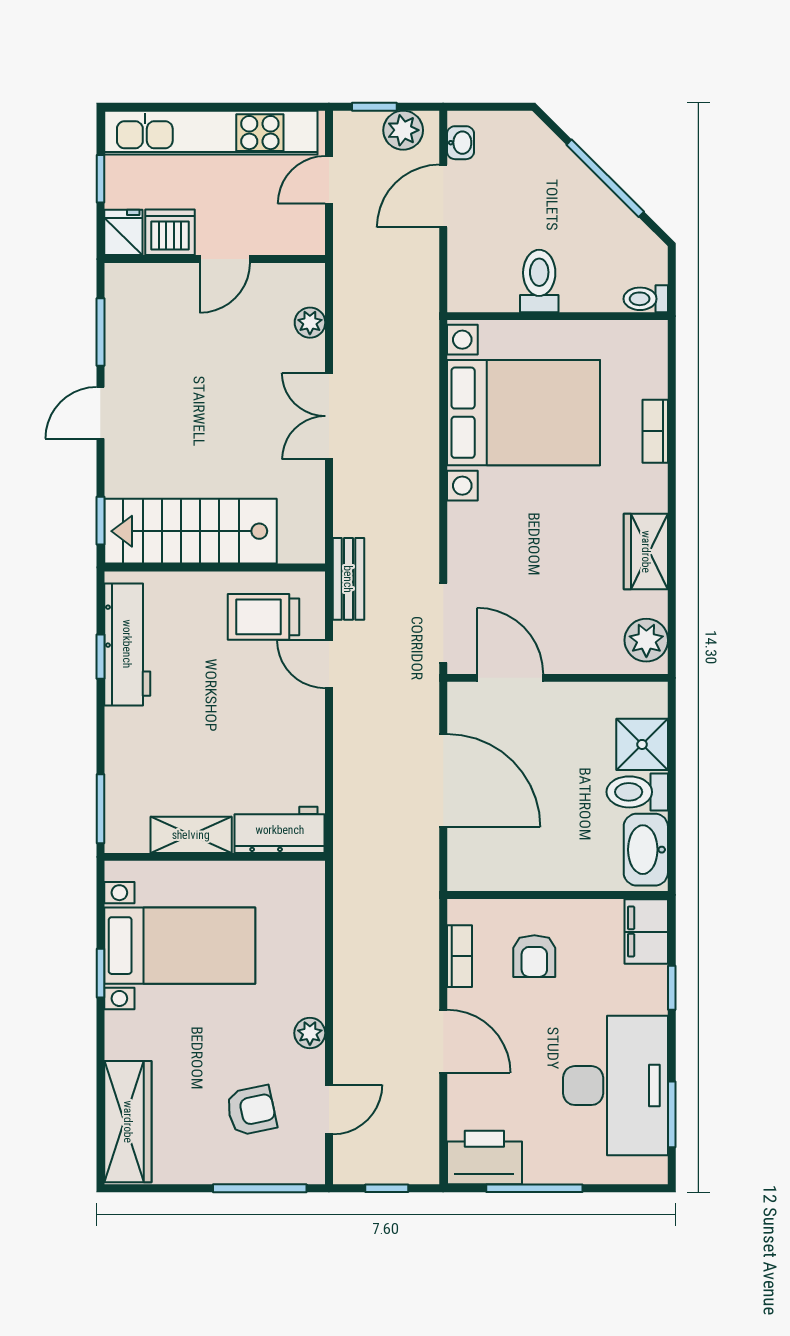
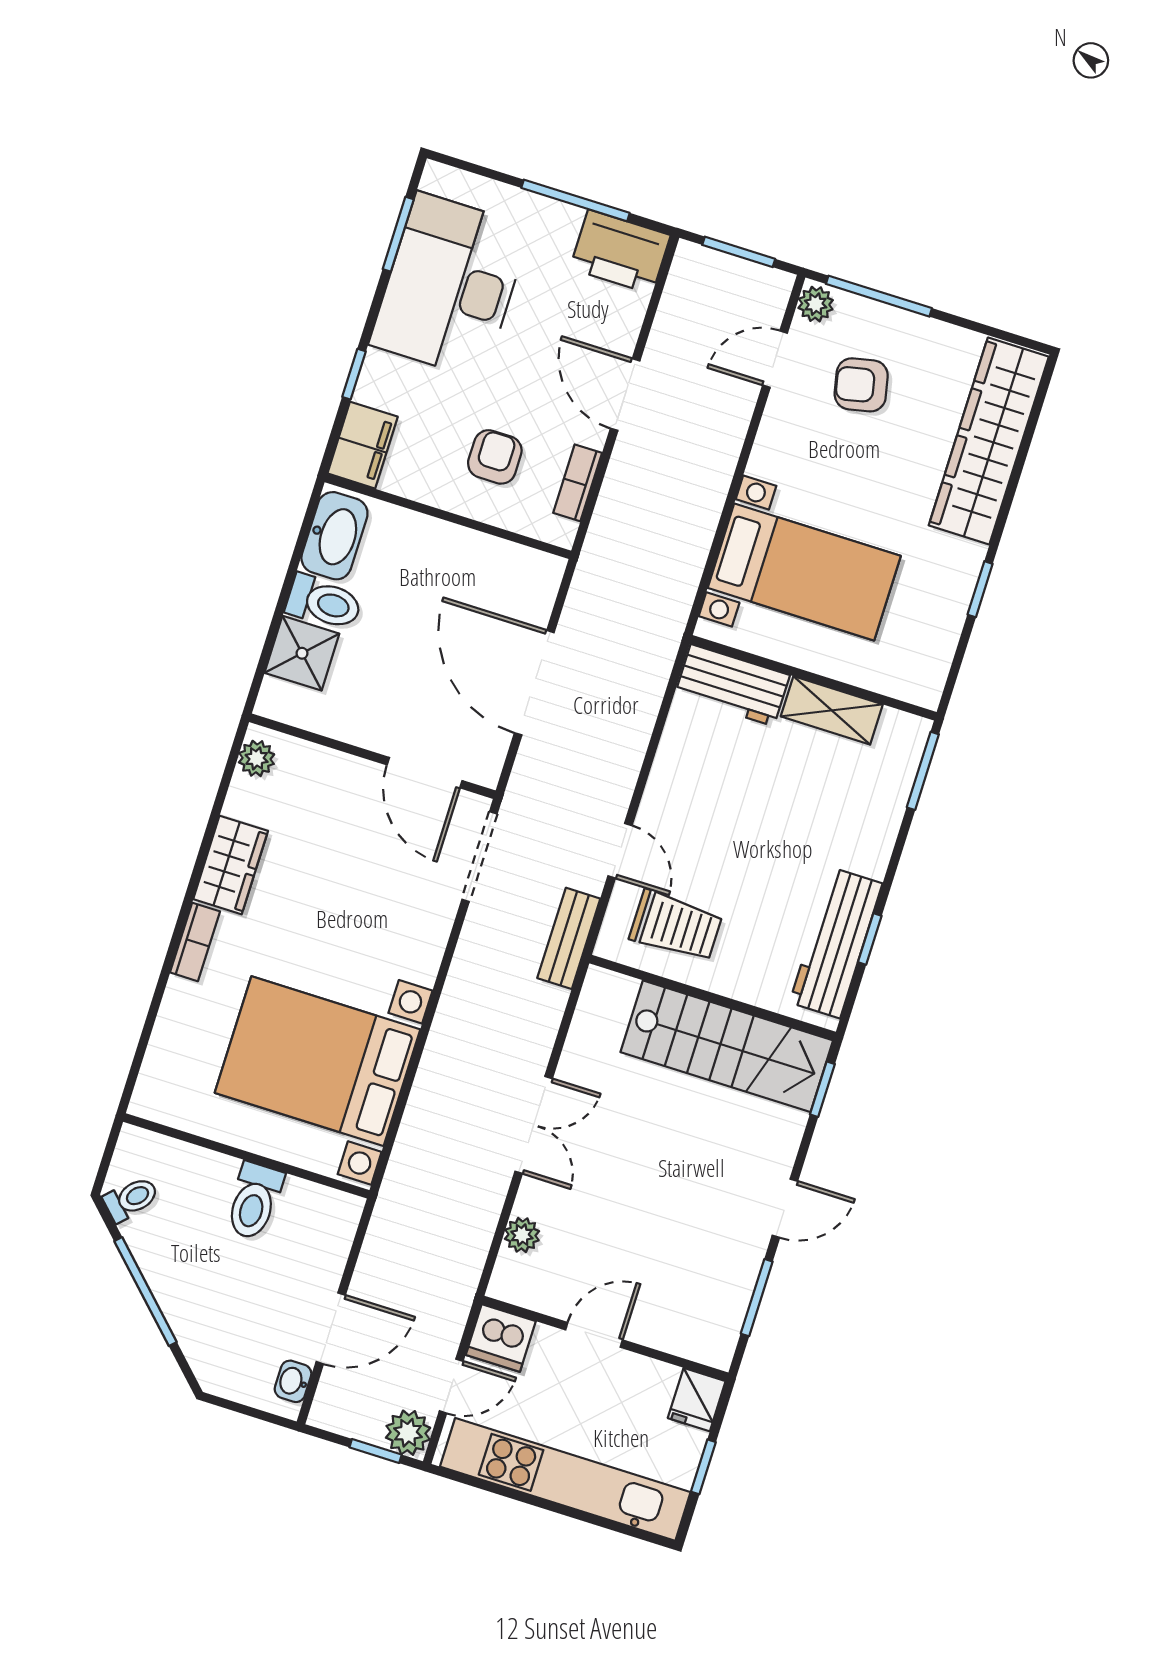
plant: (403, 130) -> (408, 1433), moved
dishwasher: (170, 232) -> (501, 1338), moved
toilet: (646, 299) -> (131, 1199), moved, turned -45
bookcase: (655, 431) -> (195, 942), moved
plant: (646, 640) -> (257, 758), width x0.73, depth x0.73
bed with nightstands: (180, 946) -> (804, 572), moved, turned 180
plant: (310, 1033) -> (816, 304), moved
wardrobe: (128, 1122) -> (989, 441), width x1.40, depth x1.17
window: (387, 1188) -> (739, 252), width x1.50

